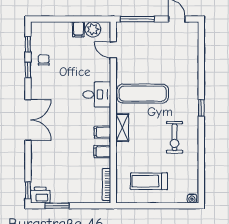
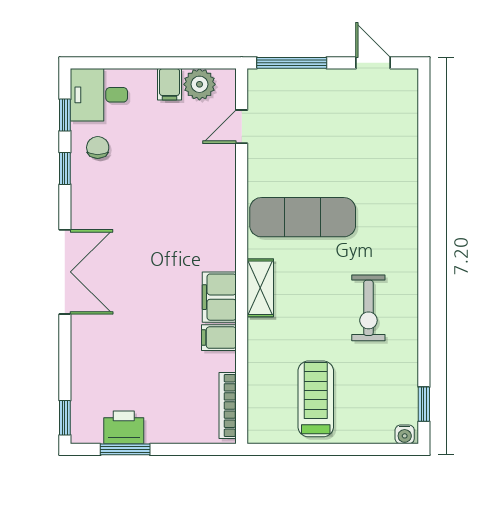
door: (113, 50) -> (242, 127), hinge flipped
desk: (97, 94) -> (99, 95), moved, turned 180
window: (201, 108) -> (424, 404), moved
filing cabinet: (102, 132) -> (219, 297), width x2.00
treadmill: (149, 181) -> (316, 399), turned 90
printer: (40, 195) -> (124, 427), moved

